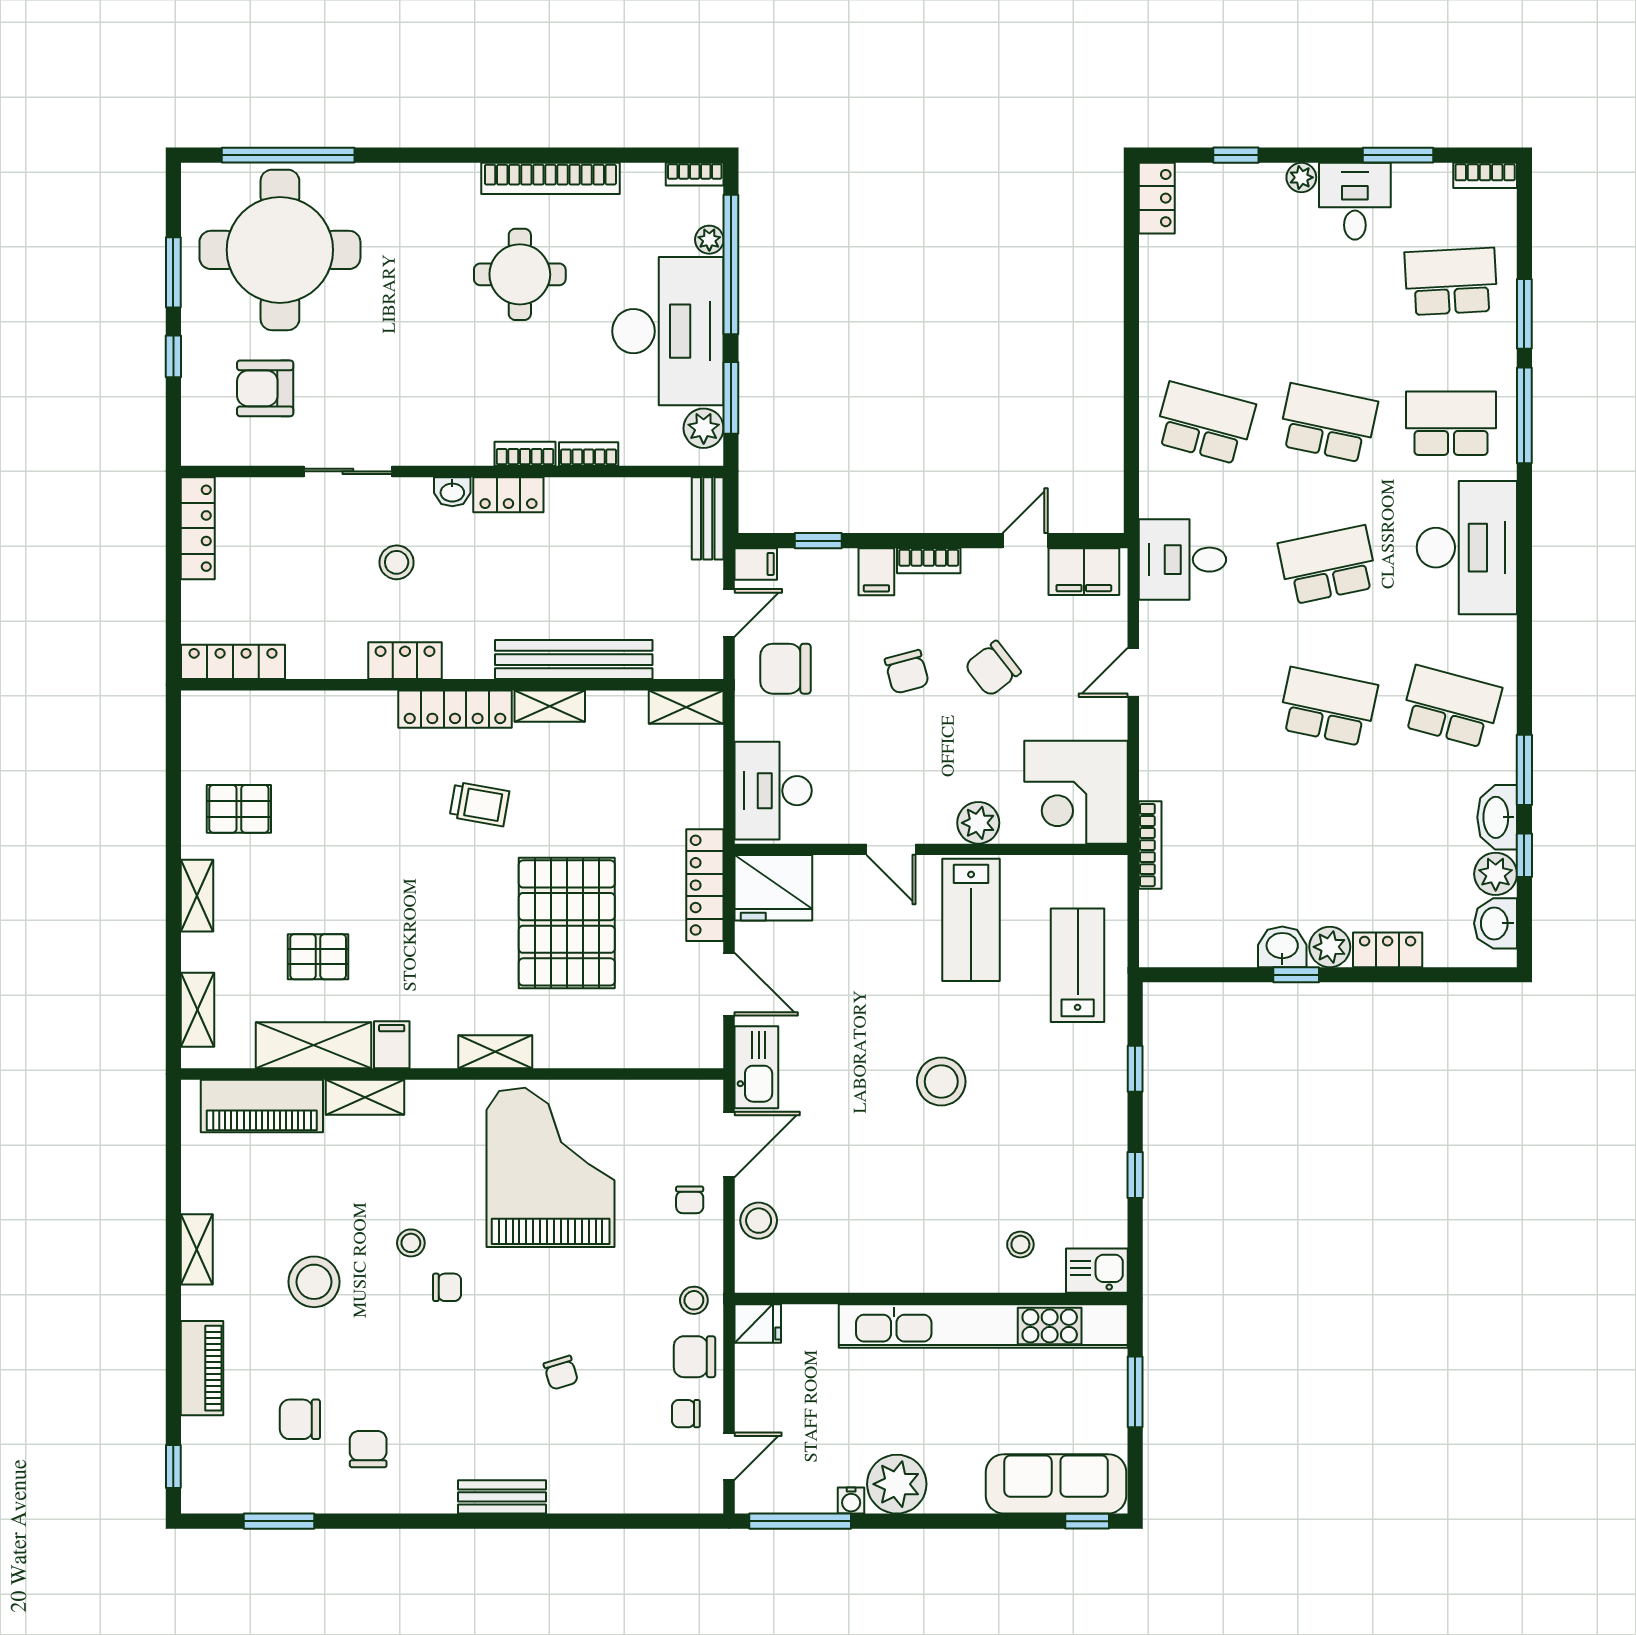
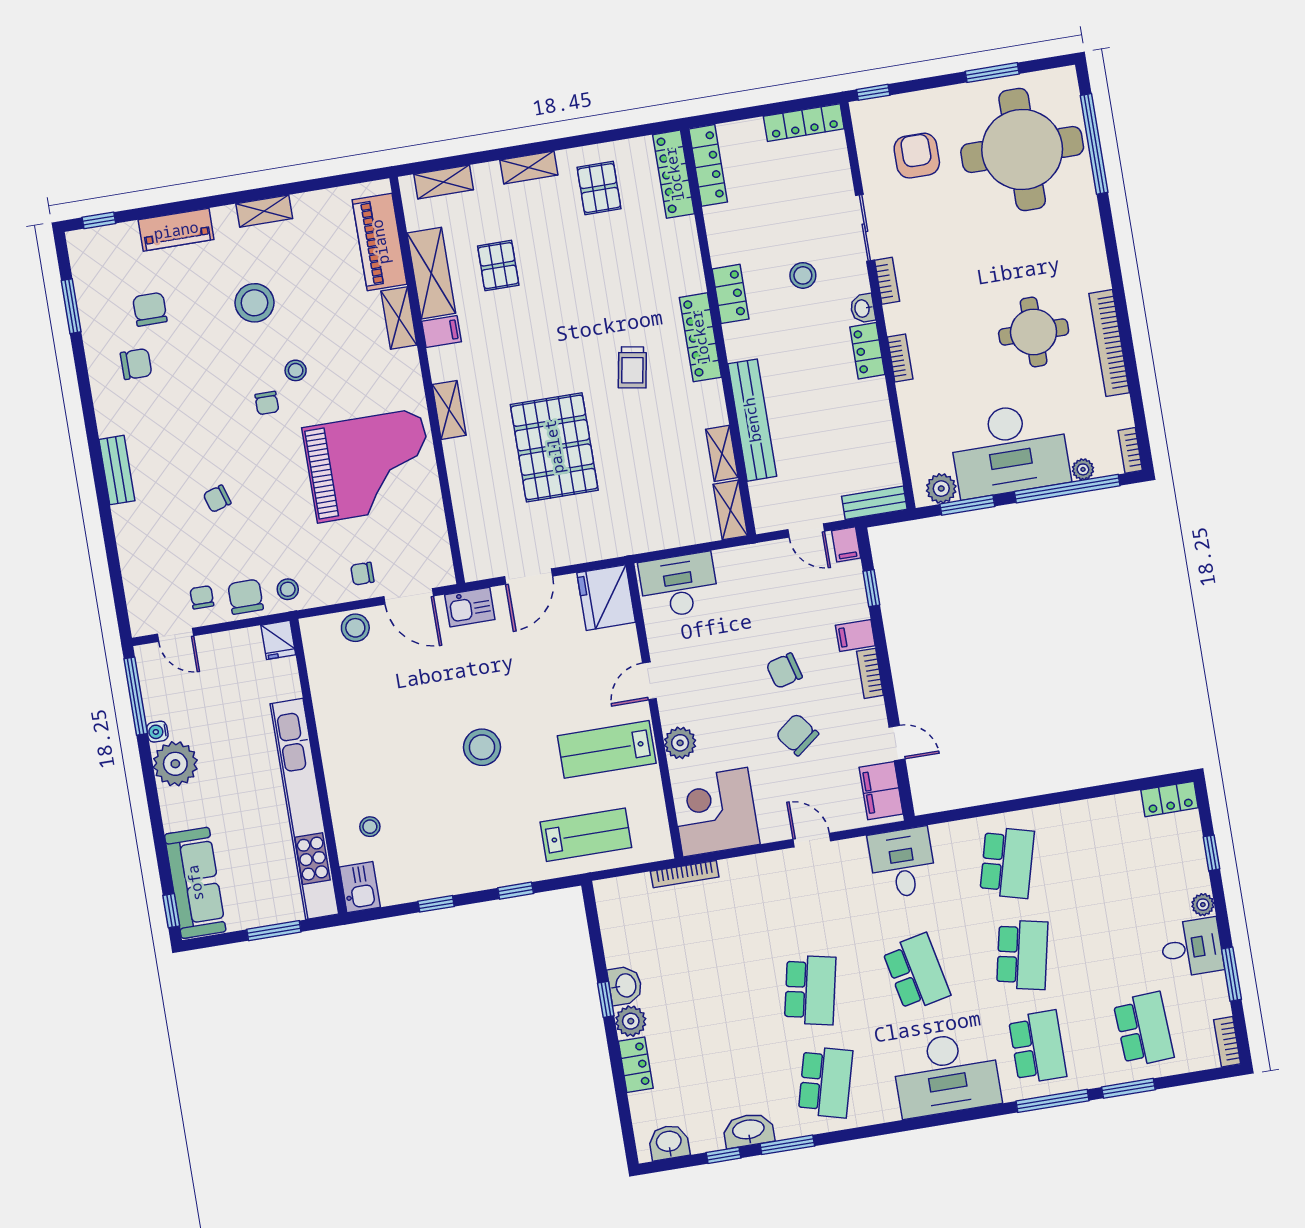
window: (173, 356) -> (873, 92), moved
bookcase: (589, 454) -> (887, 281), moved
chair: (785, 669) -> (771, 580), removed
shelving: (550, 706) -> (722, 453), moved
plant: (1496, 874) -> (706, 1136), removed
locker: (705, 885) -> (674, 174), moved, turned -90
pallet: (567, 923) -> (554, 447), turned 90
kitchen sink: (756, 1067) -> (470, 607), width x0.73

